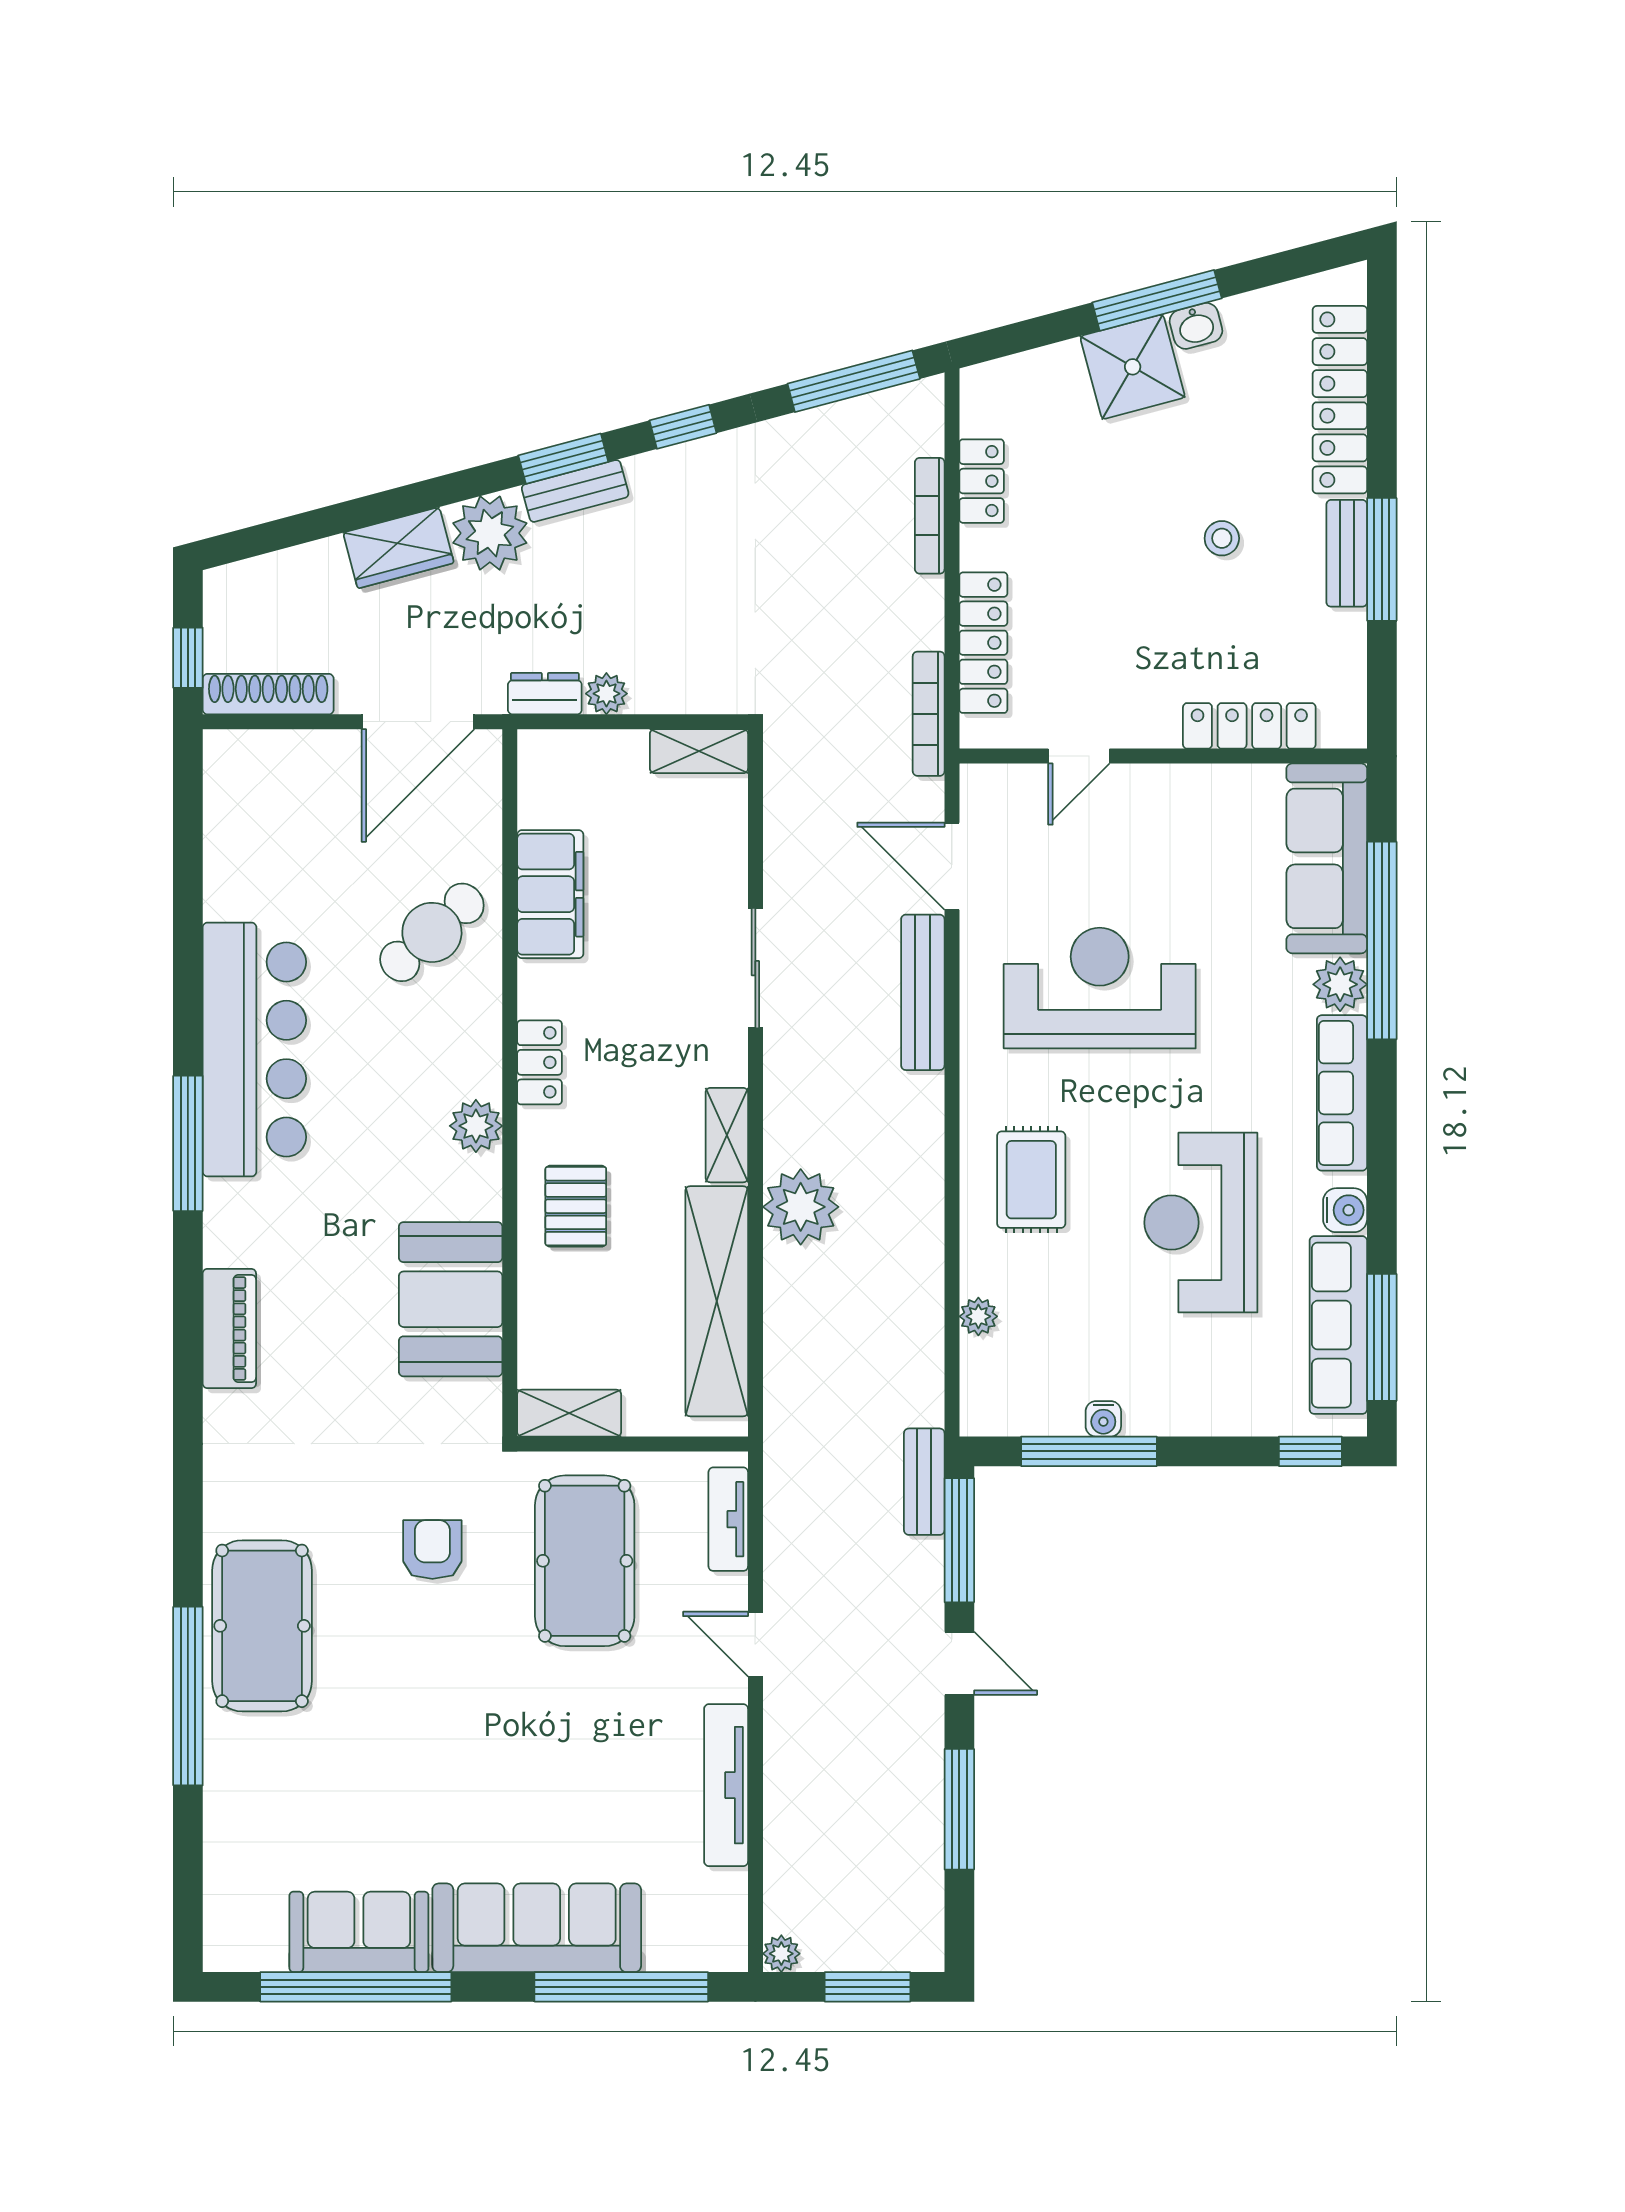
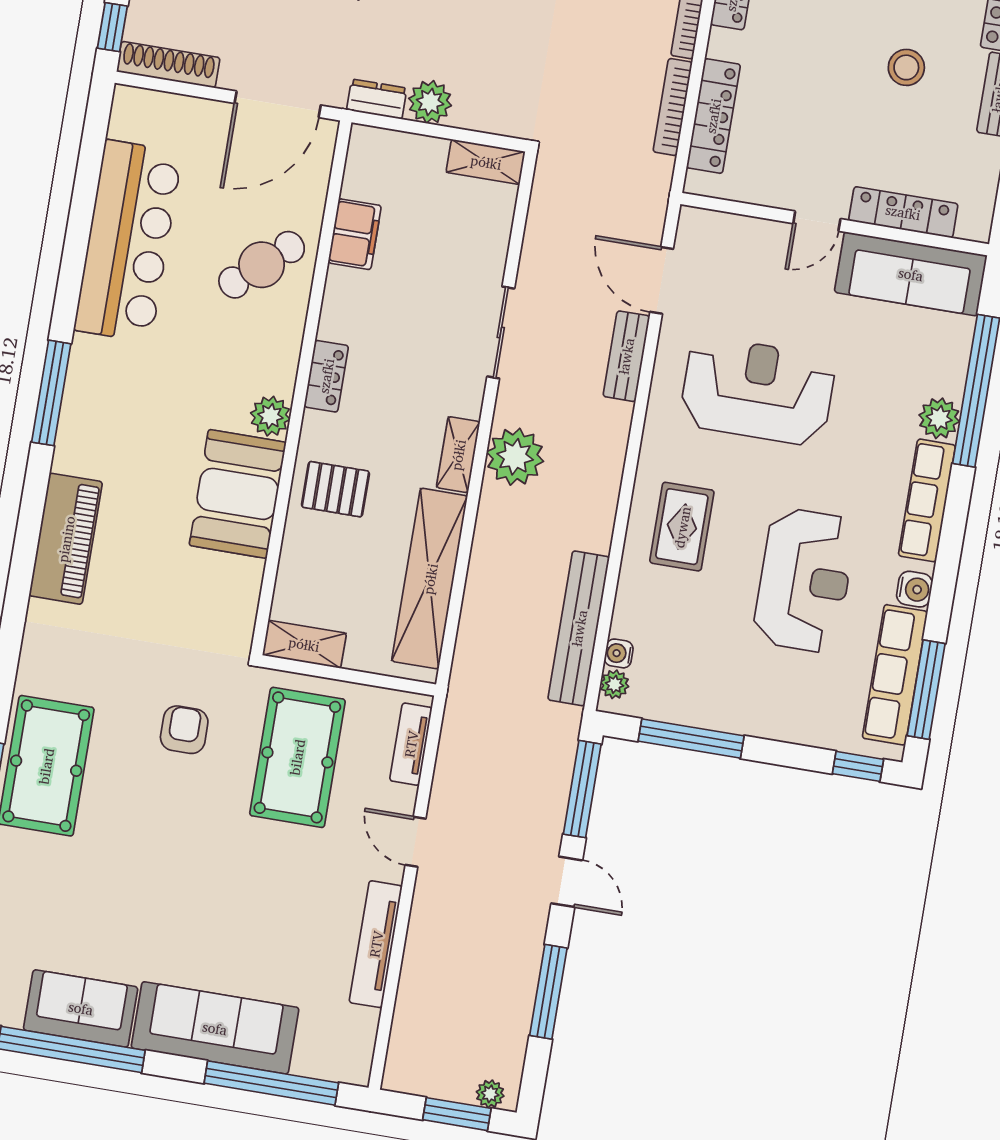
stool: (1222, 538) -> (906, 67), width x1.37, depth x1.37
plant: (606, 694) -> (430, 102), width x1.38, depth x1.38
bookcase: (929, 714) -> (673, 107), moved
door: (1079, 756) -> (817, 221), moved
sofa: (1327, 858) -> (911, 274), moved, turned -90
filing cabinet: (550, 894) -> (355, 234), width x0.67, depth x0.86
bench: (923, 992) -> (626, 356), width x0.73
bar counter: (254, 1049) -> (128, 241), moved
pallet: (576, 1206) -> (335, 489), turned 90
plant: (801, 1207) -> (515, 457), moved
reception desk: (1201, 1223) -> (804, 580), turned 180
booth: (451, 1299) -> (238, 494), moved
plant: (978, 1316) -> (615, 684), moved
piano: (229, 1329) -> (66, 539), width x1.37, depth x1.33
water cooler: (1103, 1419) -> (619, 653), moved, turned 90
bench: (924, 1482) -> (579, 628), moved, width x1.86, depth x1.21
plant: (781, 1954) -> (490, 1094), moved

